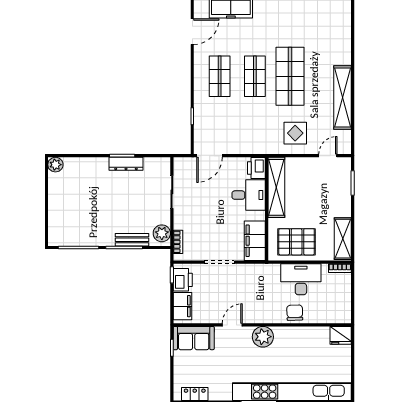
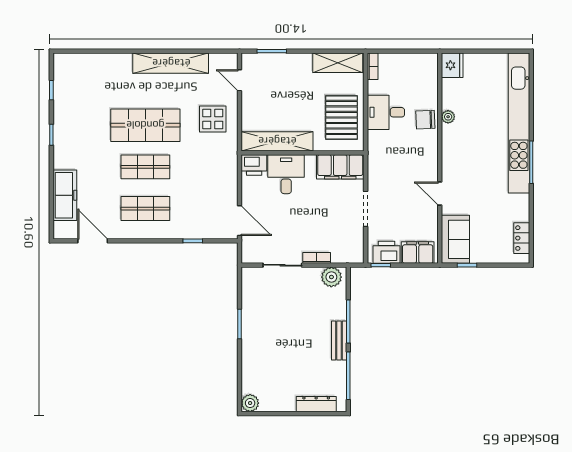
dresser: (126, 164) -> (316, 404), moved, turned -90
bench: (132, 240) -> (339, 341), moved
bookcase: (178, 242) -> (317, 258), moved
desk: (301, 279) -> (386, 112), width x0.73
plant: (263, 337) -> (448, 117), moved, width x0.53, depth x0.53

